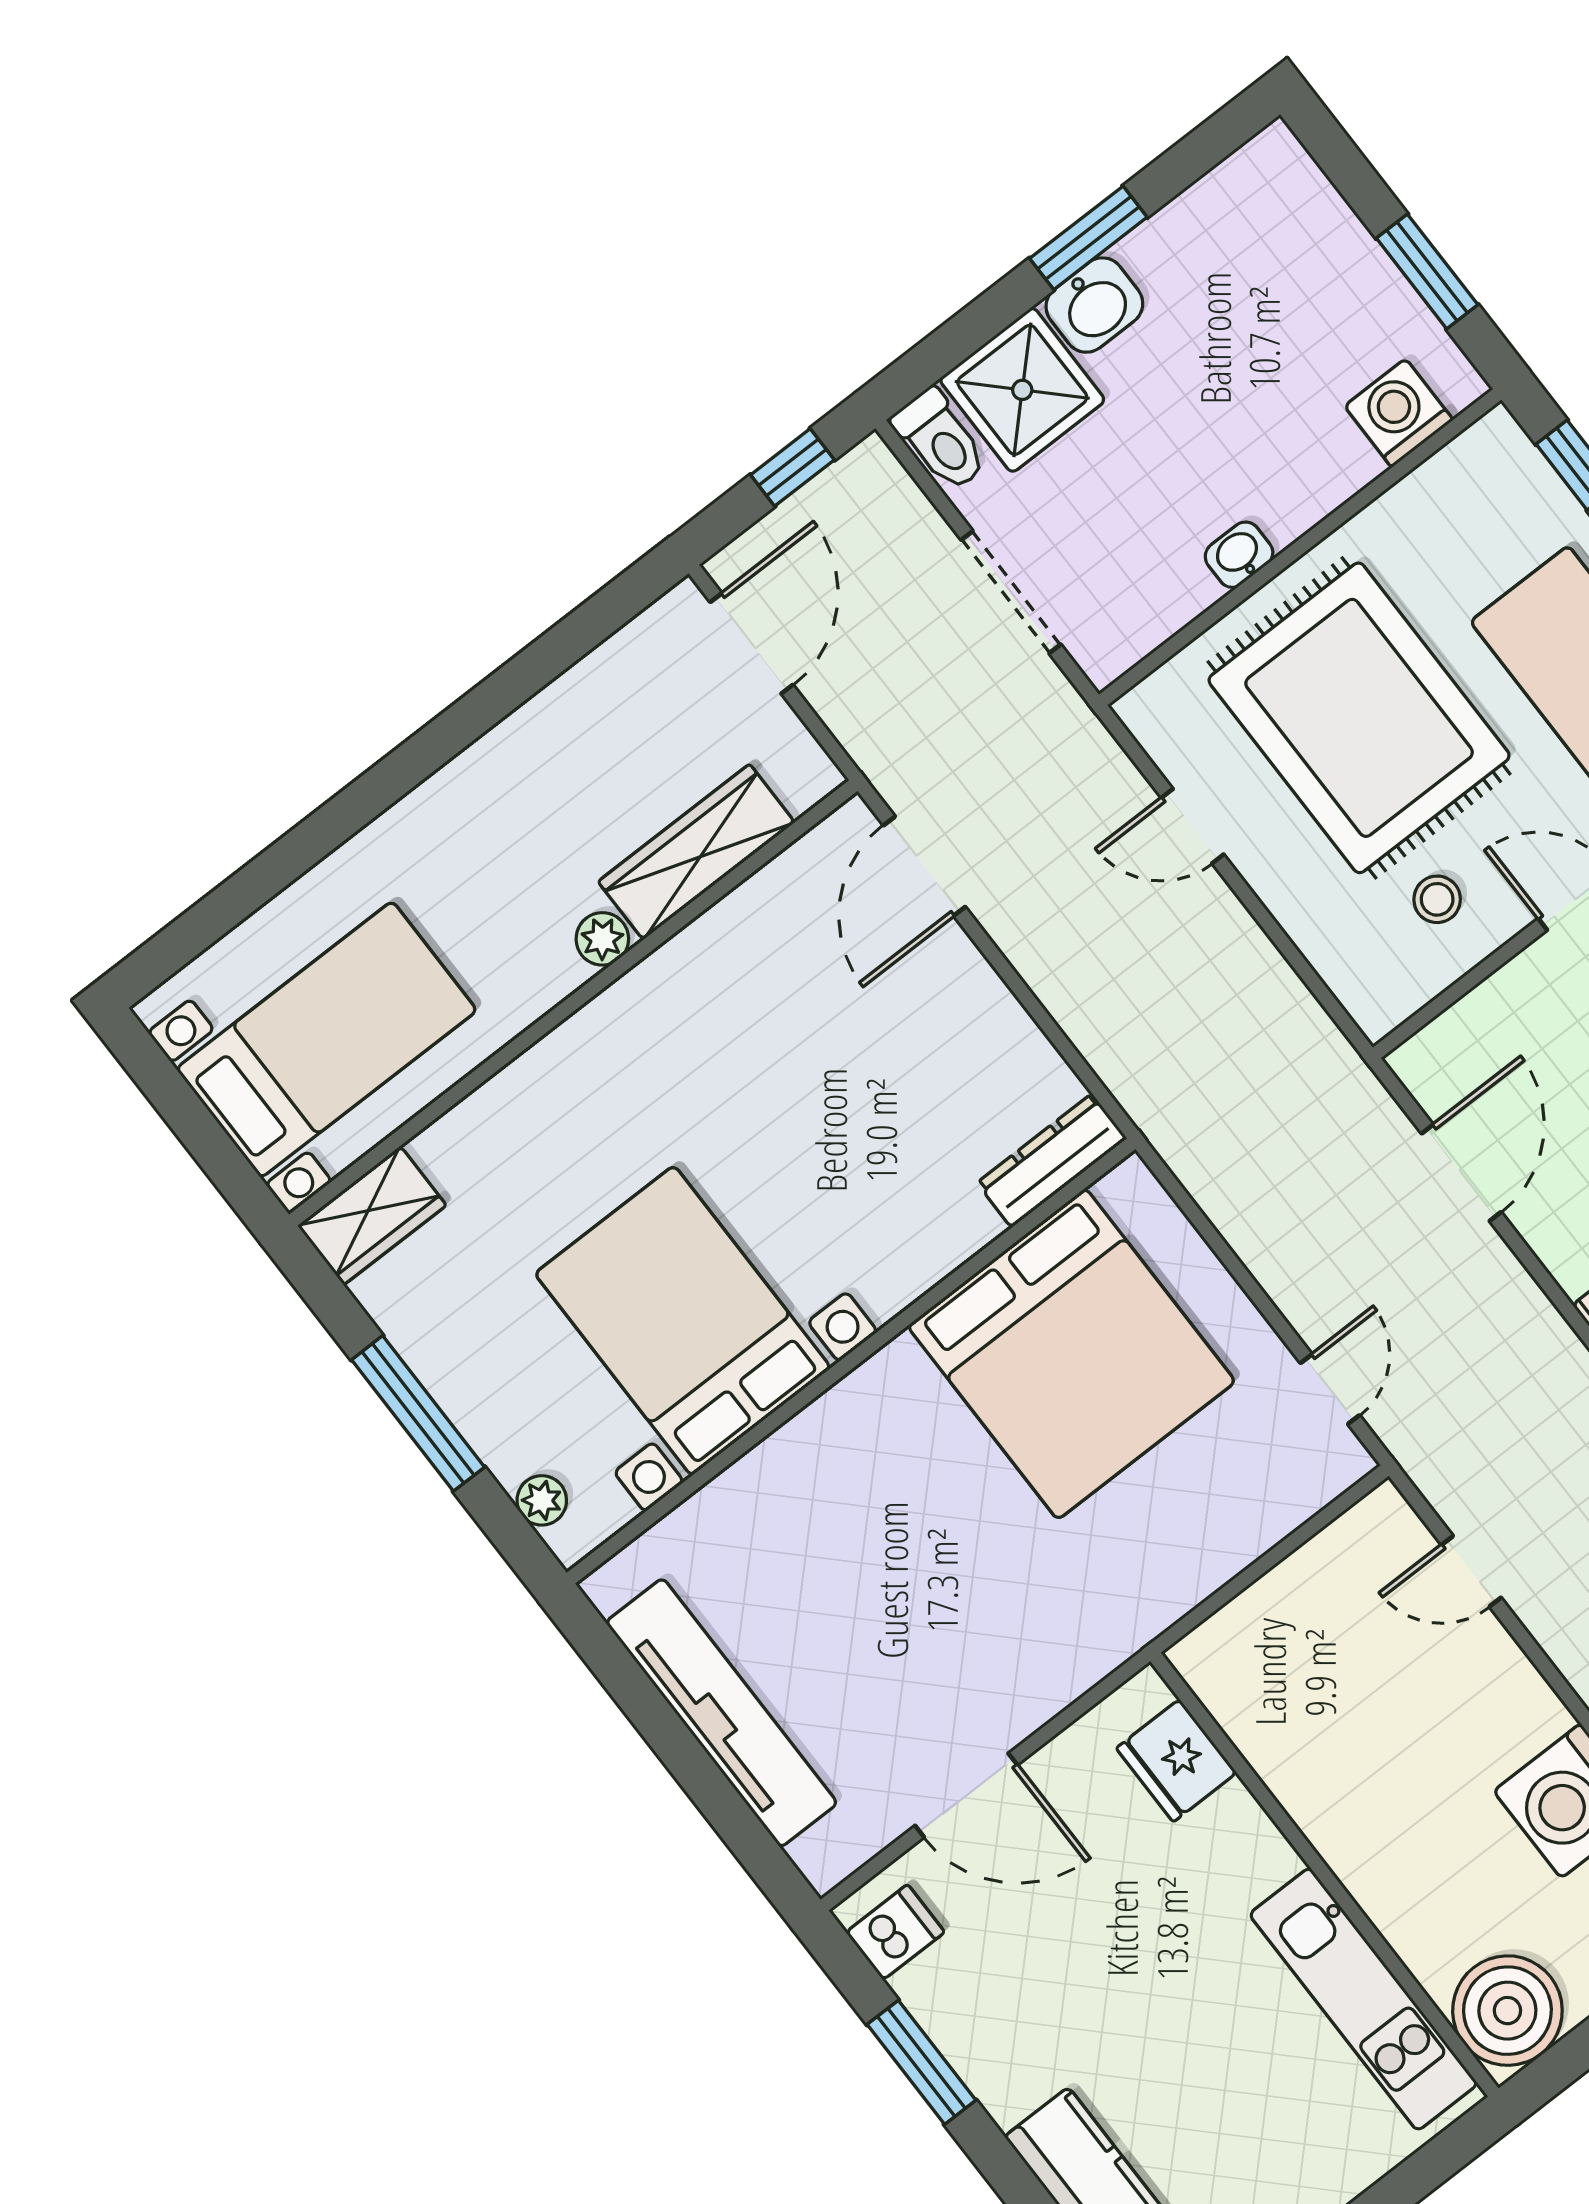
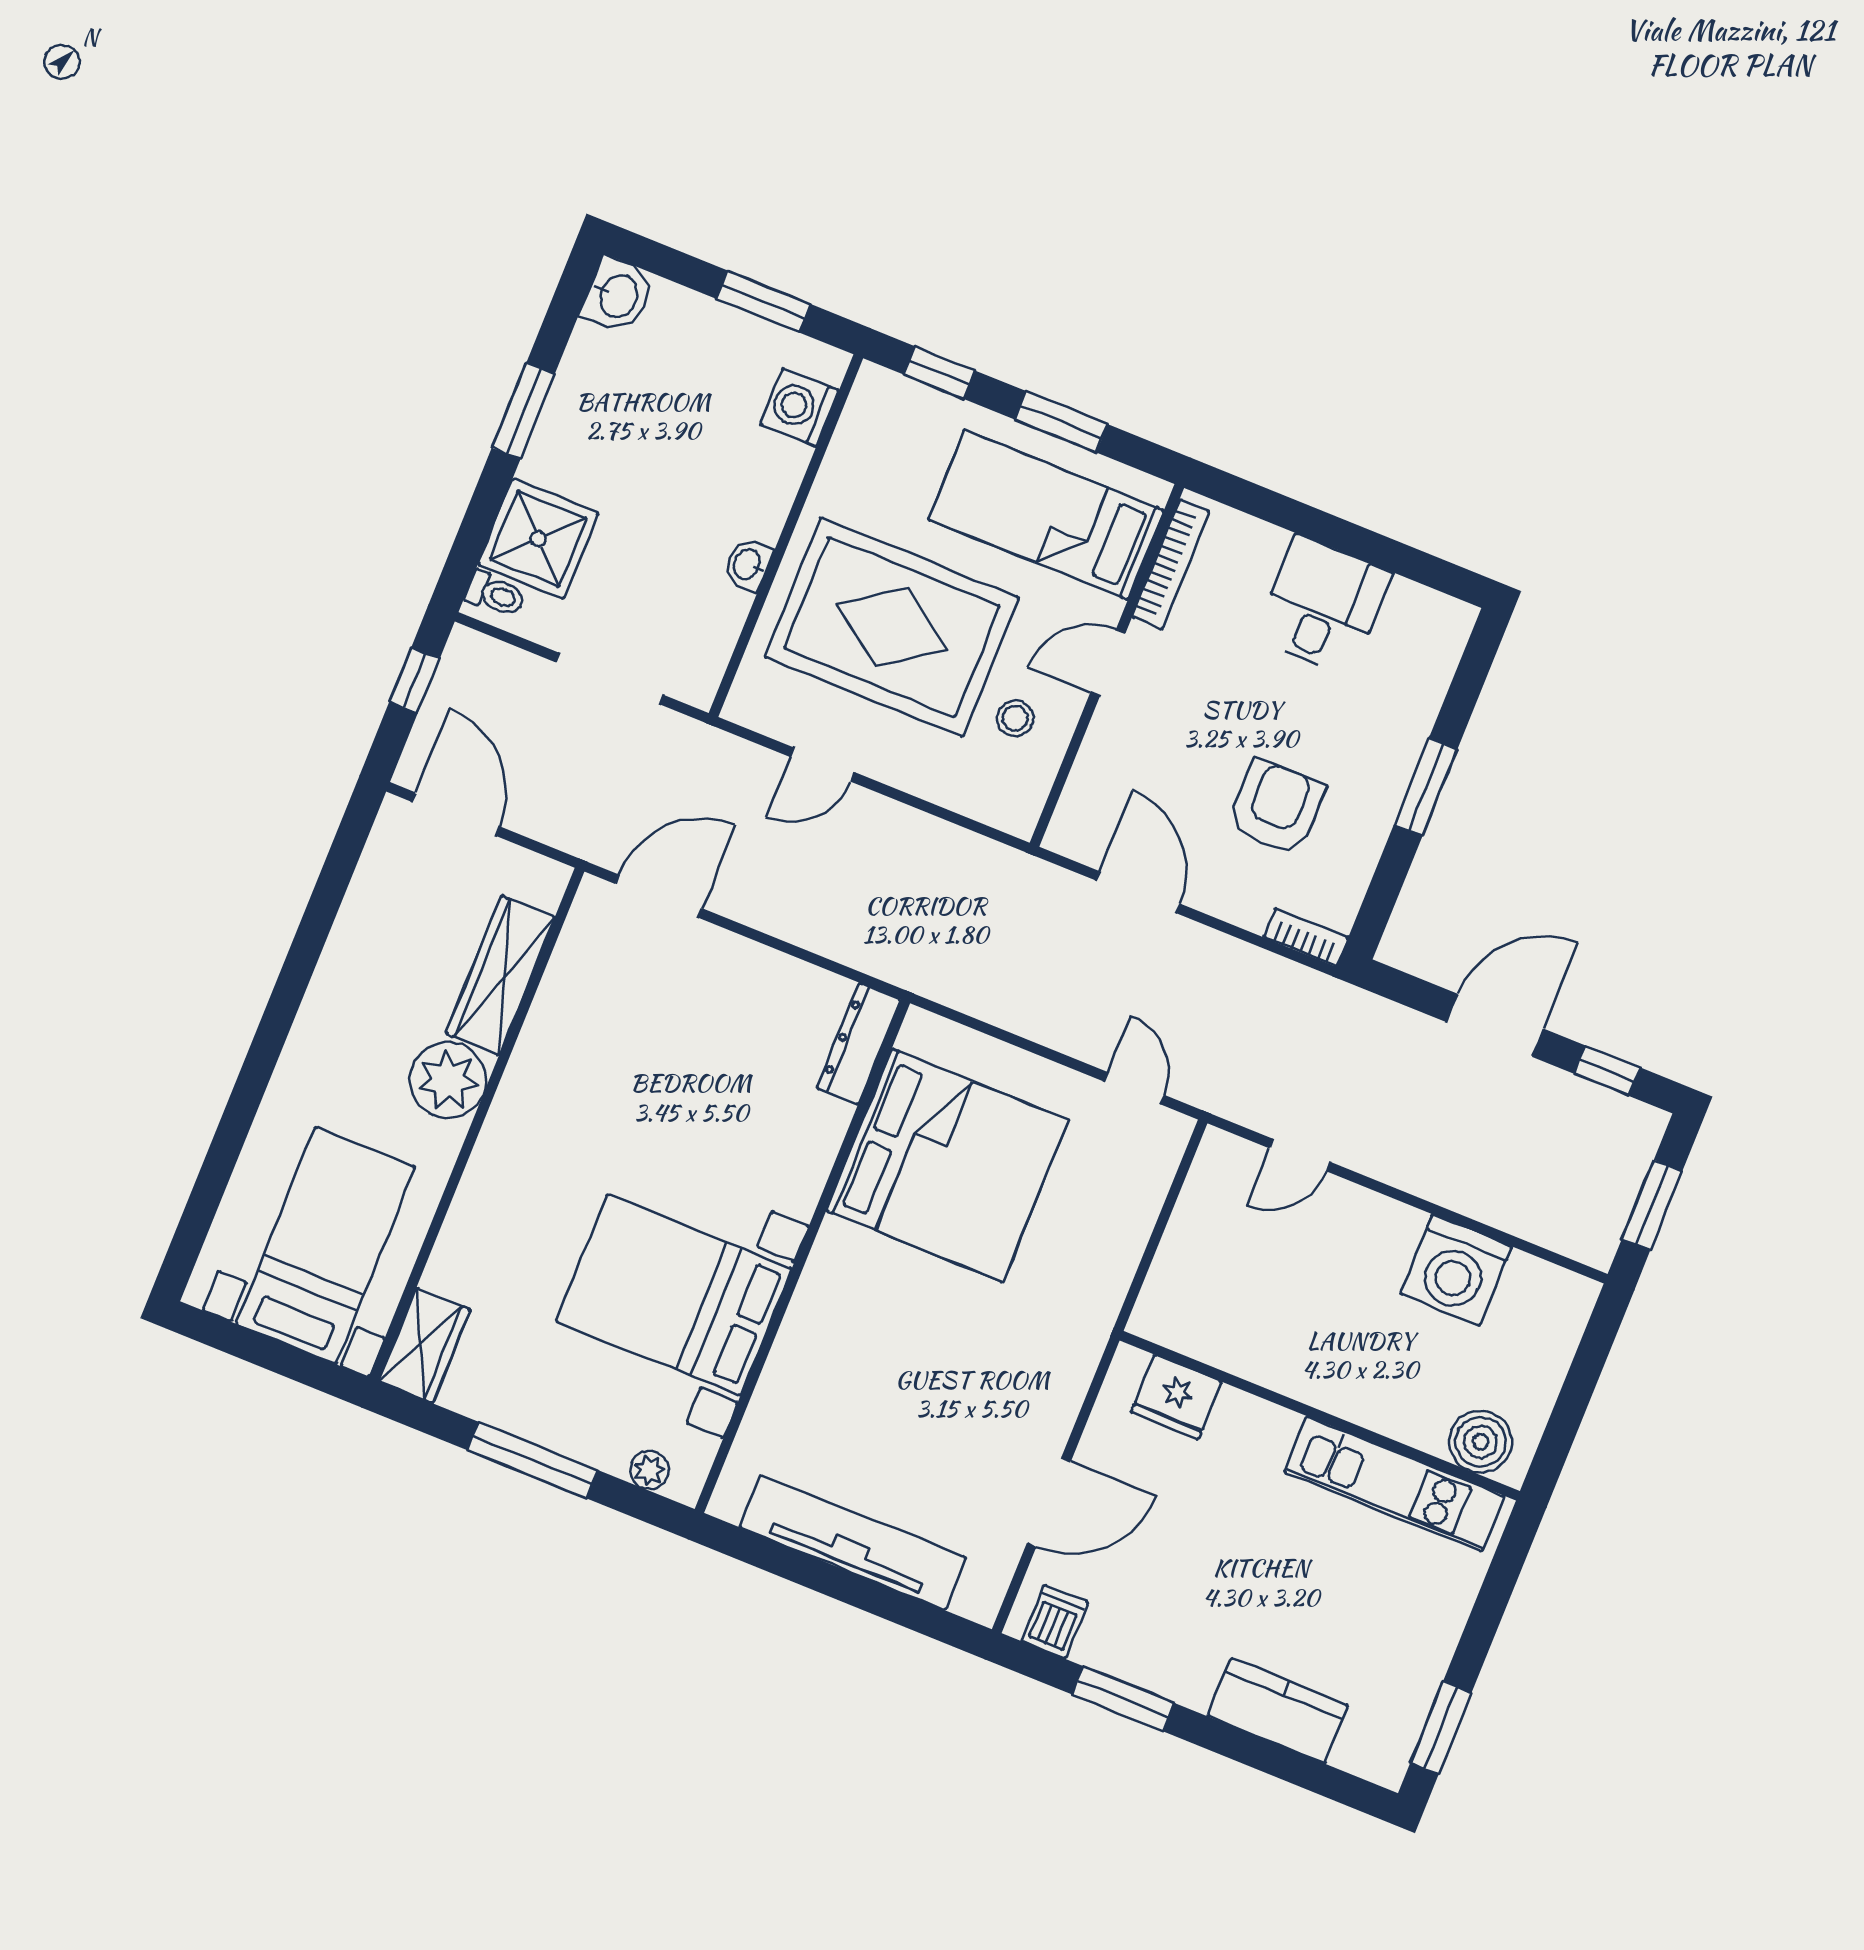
washbasin: (1094, 305) -> (617, 296), moved
toilet: (941, 440) -> (496, 594), width x0.73, depth x0.72
door: (924, 866) -> (658, 896), swing flipped
plant: (602, 939) -> (448, 1080), width x1.87, depth x1.87
boiler: (1507, 2011) -> (1481, 1442), width x0.73, depth x0.73

